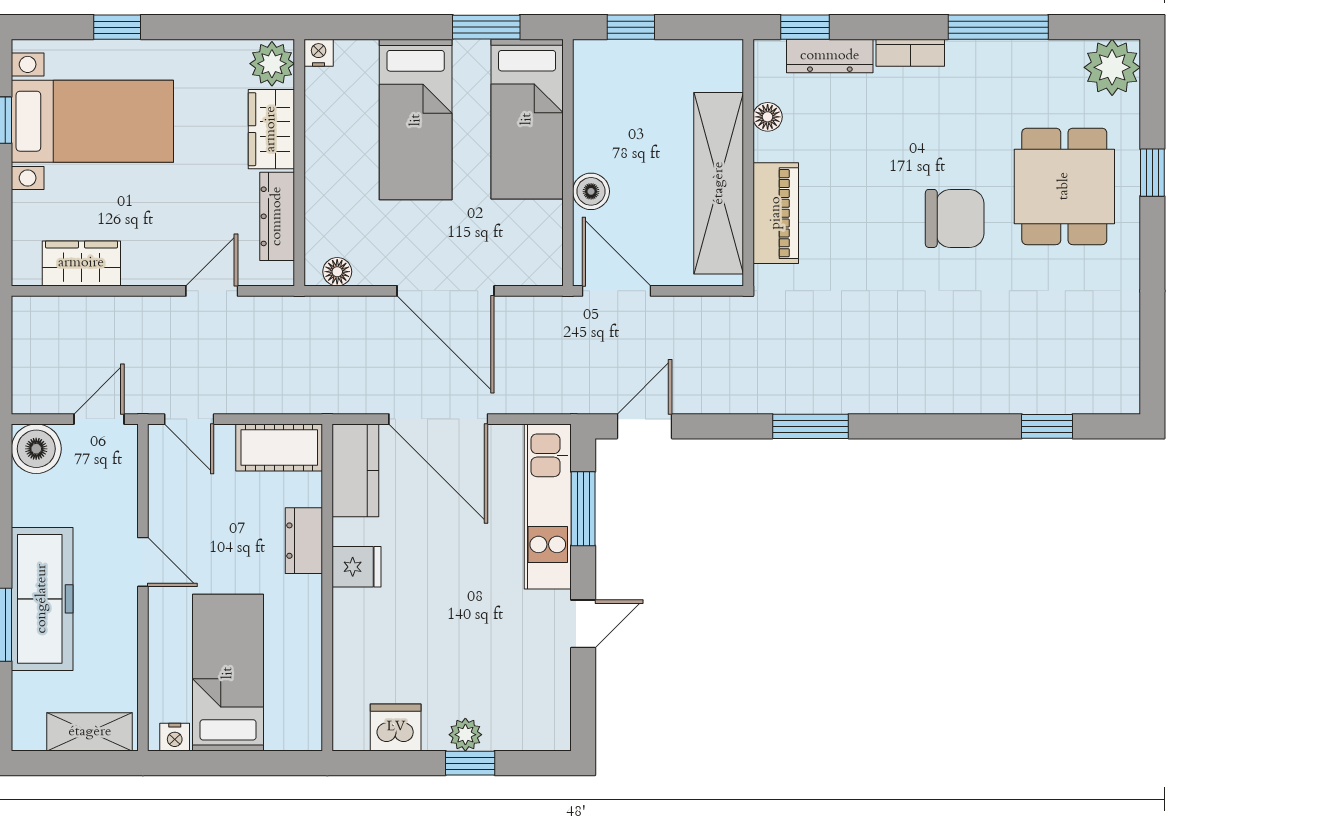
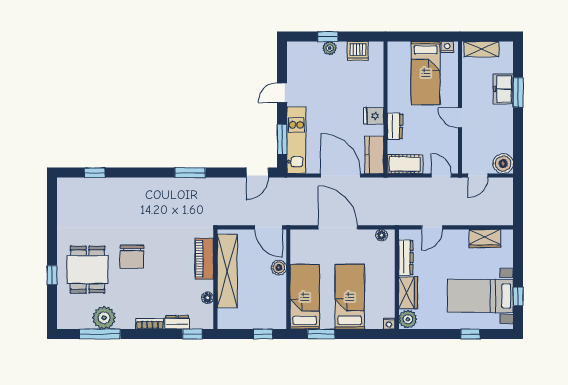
window: (998, 27) -> (100, 334), moved
dresser: (830, 56) -> (177, 322), width x0.70
plant: (1112, 67) -> (104, 318), moved
chair: (955, 218) -> (132, 257), turned -90
freezer: (42, 599) -> (503, 89), width x0.52, depth x0.79

